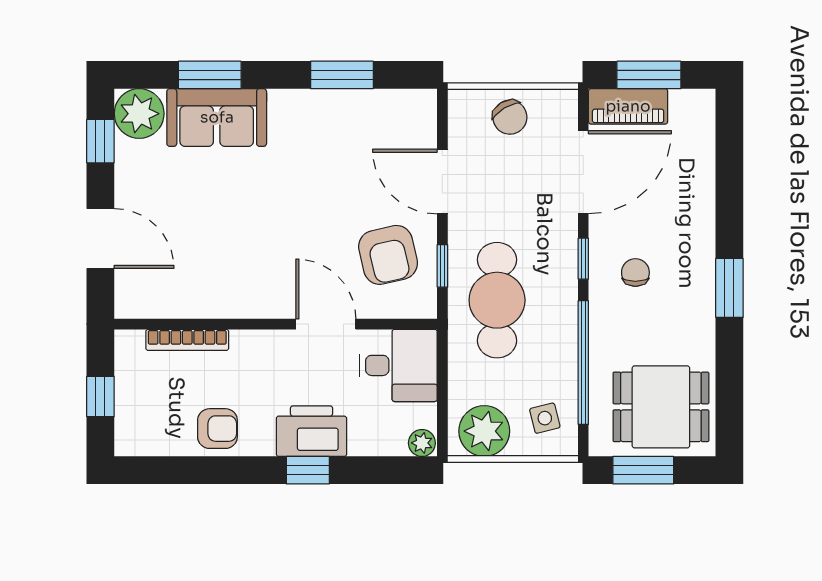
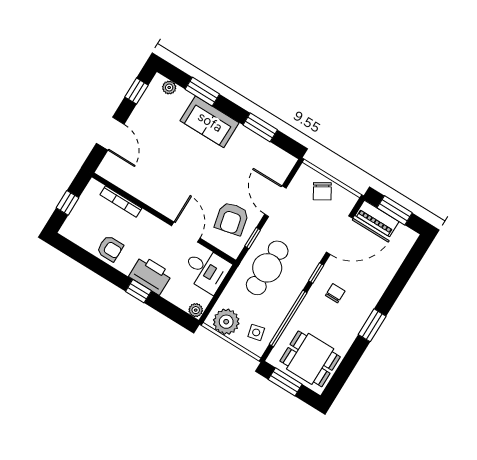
plant: (139, 114) -> (169, 87), width x0.53, depth x0.53
sofa: (217, 117) -> (210, 122), moved

